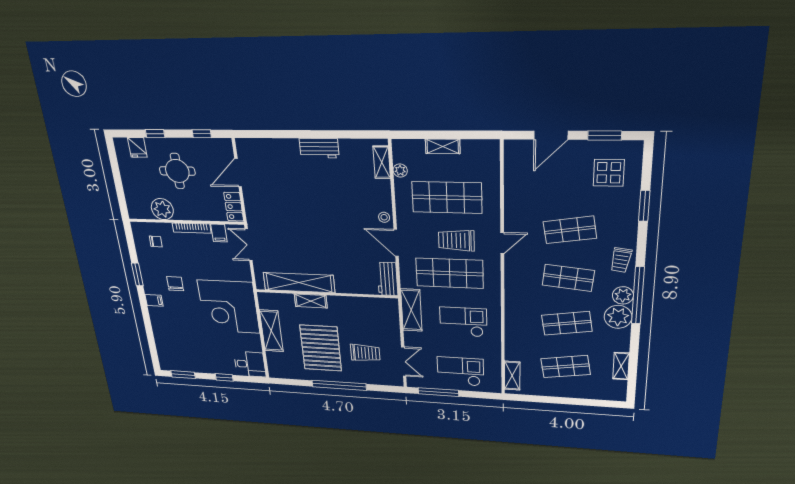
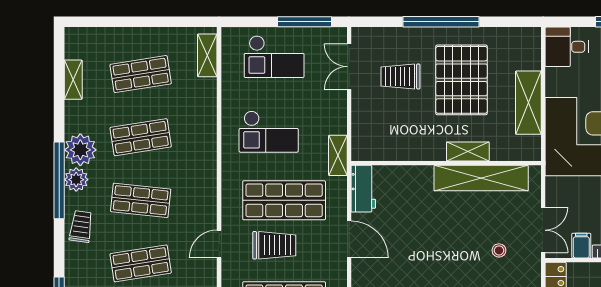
stool: (384, 217) -> (499, 250), moved
shelving: (411, 310) -> (338, 155), width x0.67, depth x0.75

